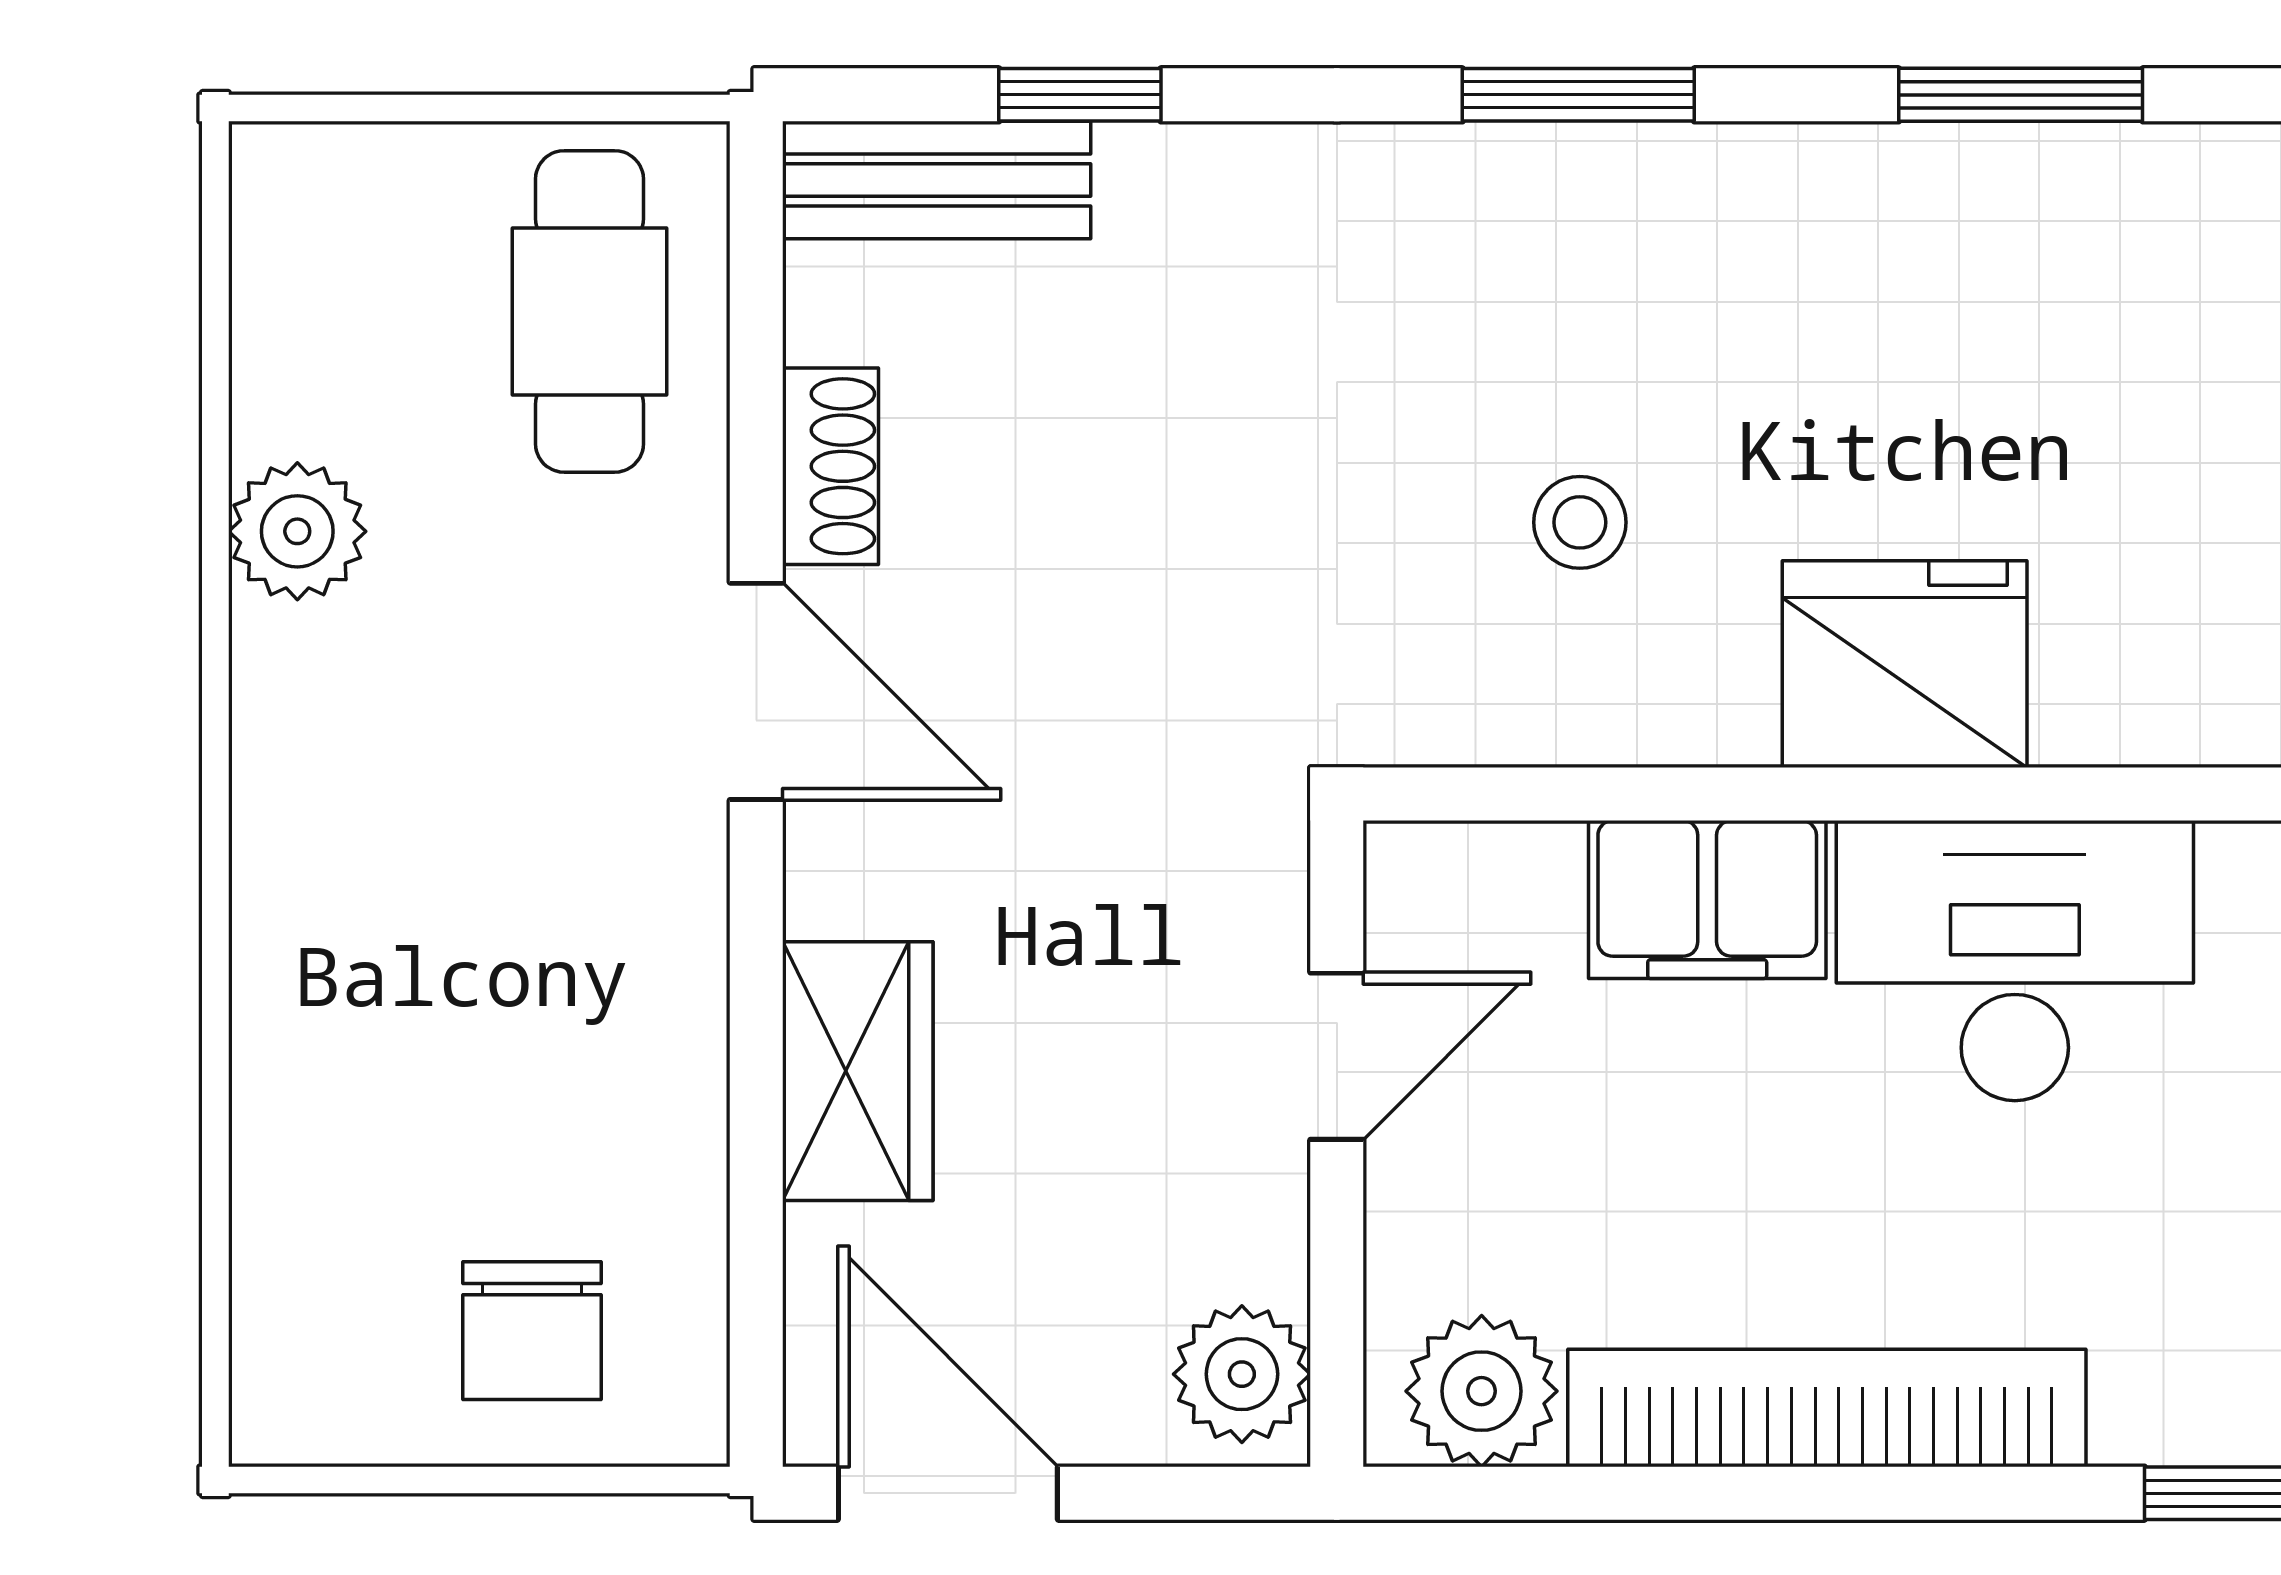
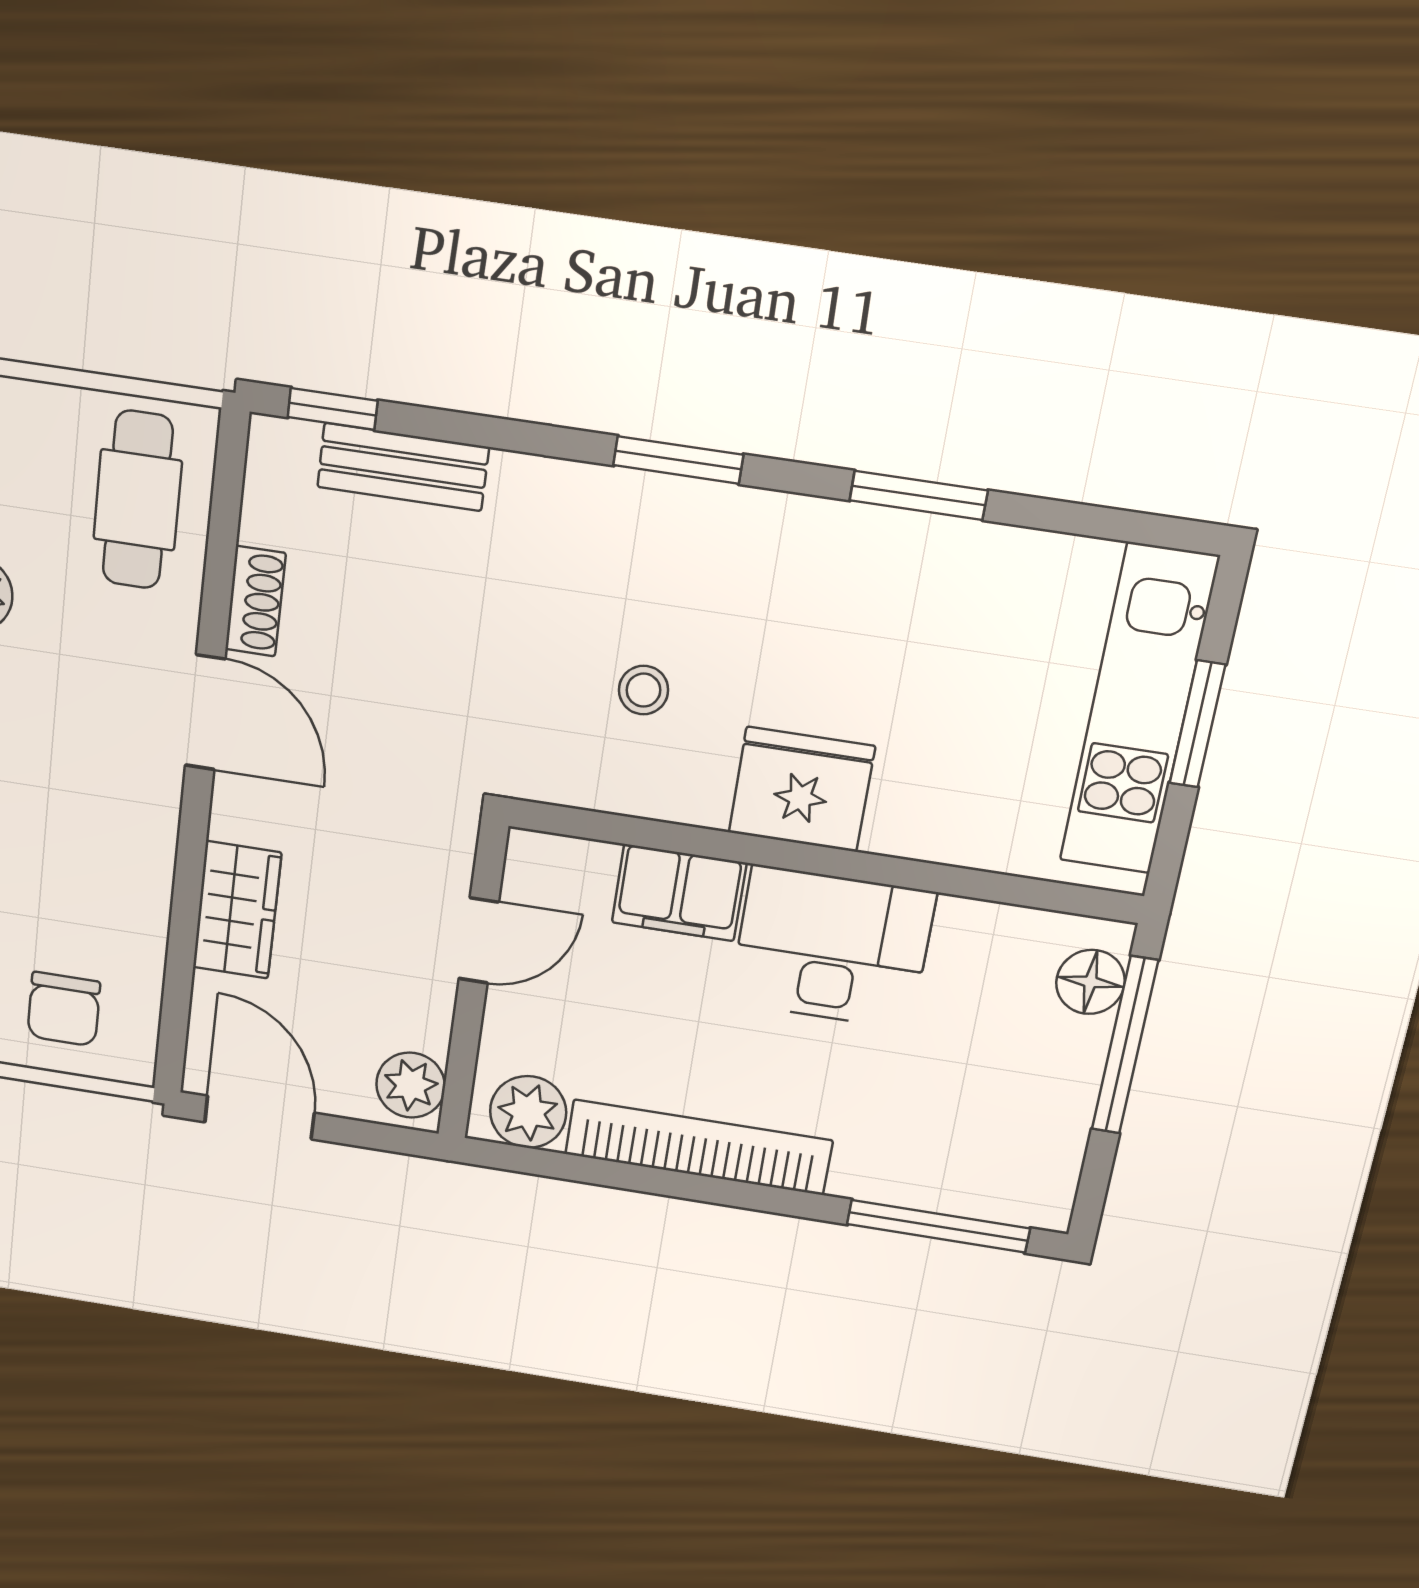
window: (1080, 95) -> (333, 409), moved
bench: (937, 180) -> (403, 467), moved

